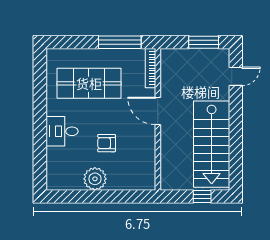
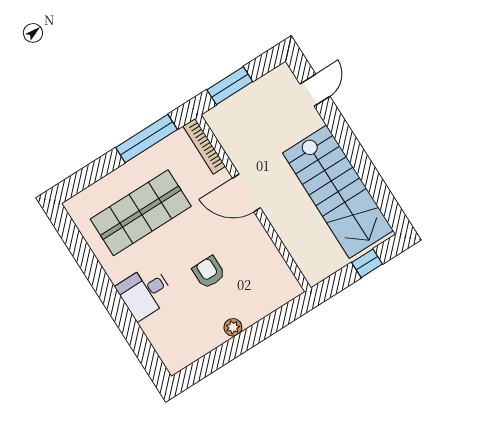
window: (204, 42) -> (230, 86), moved
armchair: (107, 143) -> (209, 272), turned 90
plant: (95, 179) -> (233, 327), width x0.53, depth x0.53

